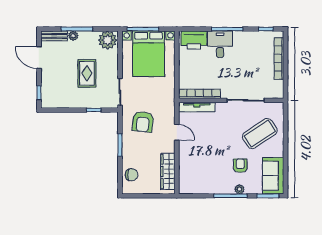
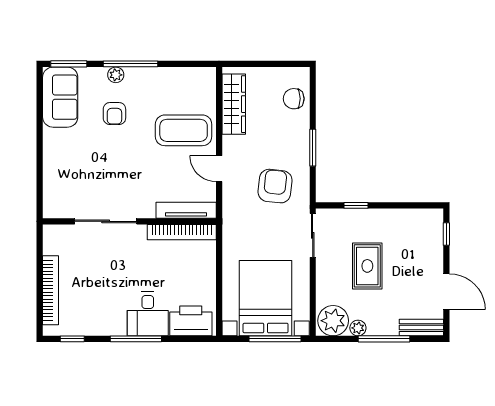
plant: (73, 36) -> (358, 328), moved
coffee table: (260, 134) -> (184, 130), moved, turned 34

